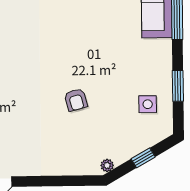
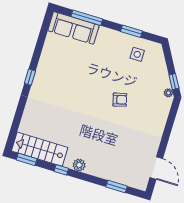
window: (143, 158) -> (174, 82), moved

